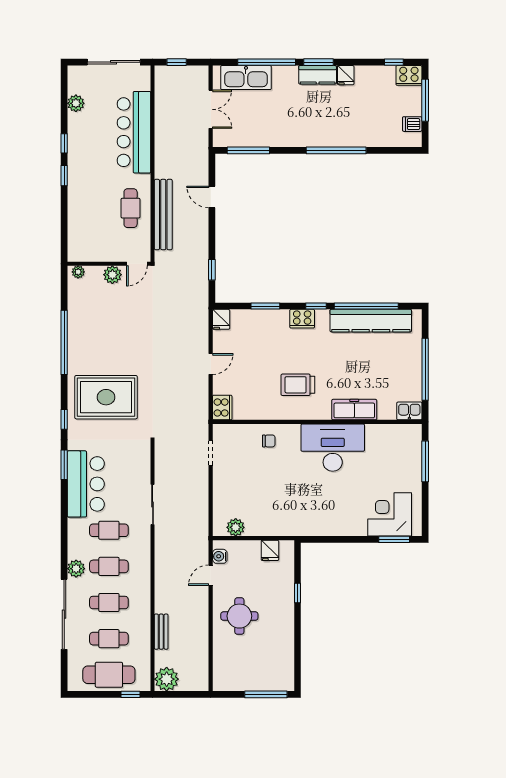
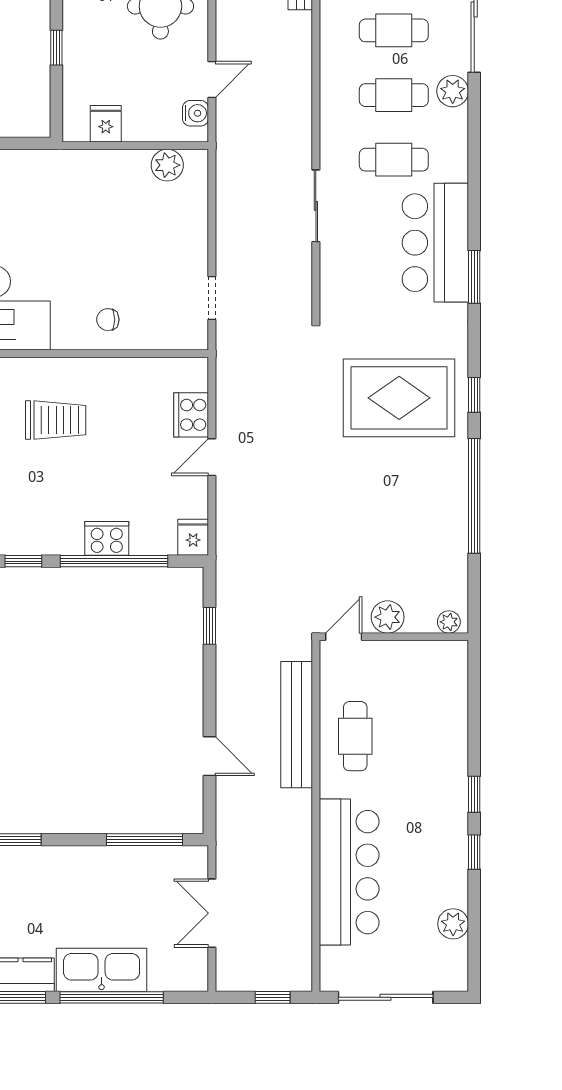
kitchen sink: (246, 78) -> (102, 970), moved
window: (265, 306) -> (114, 561), width x2.11
cooker: (302, 319) -> (107, 538), moved
cooker: (222, 408) -> (191, 415), moved
window: (64, 419) -> (474, 395), moved

